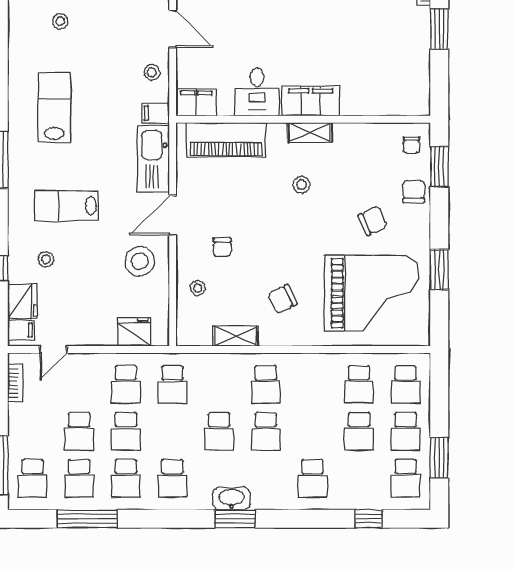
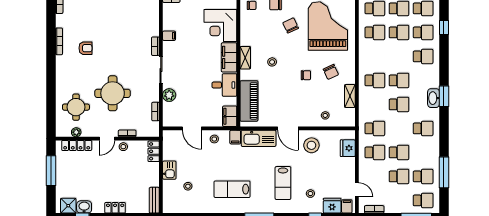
door: (173, 29) -> (192, 128), swing flipped
corner desk: (373, 84) -> (220, 25), added
chair: (222, 247) -> (306, 75), moved
school desk: (126, 478) -> (423, 32), moved

